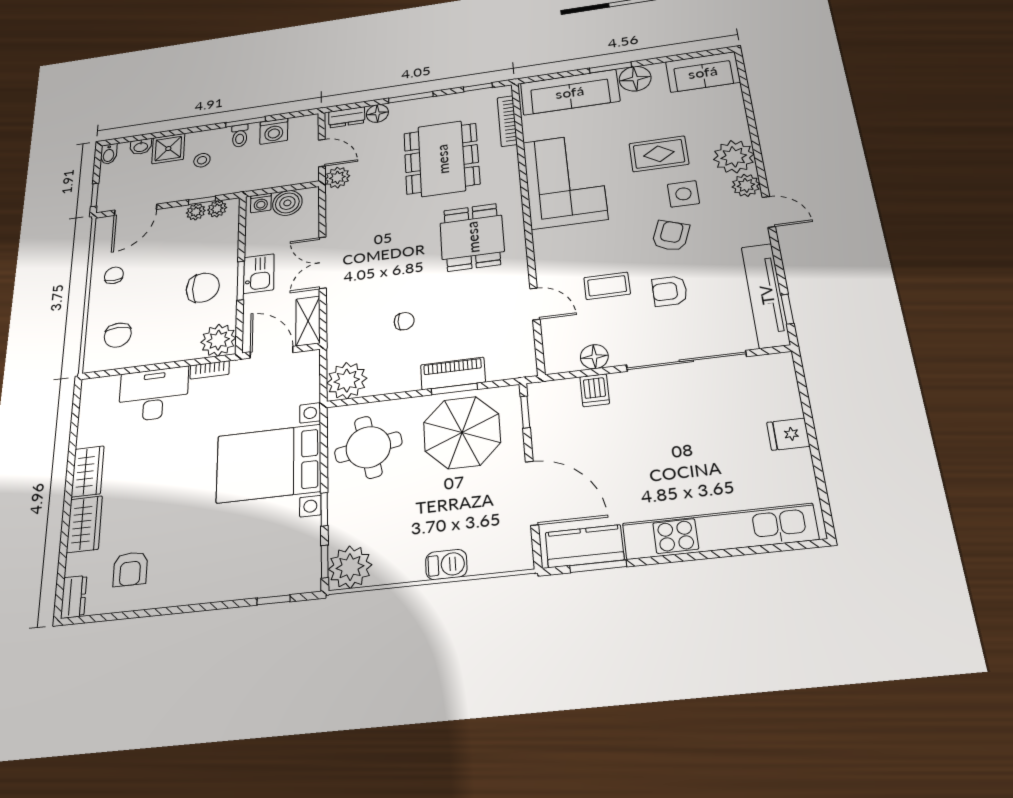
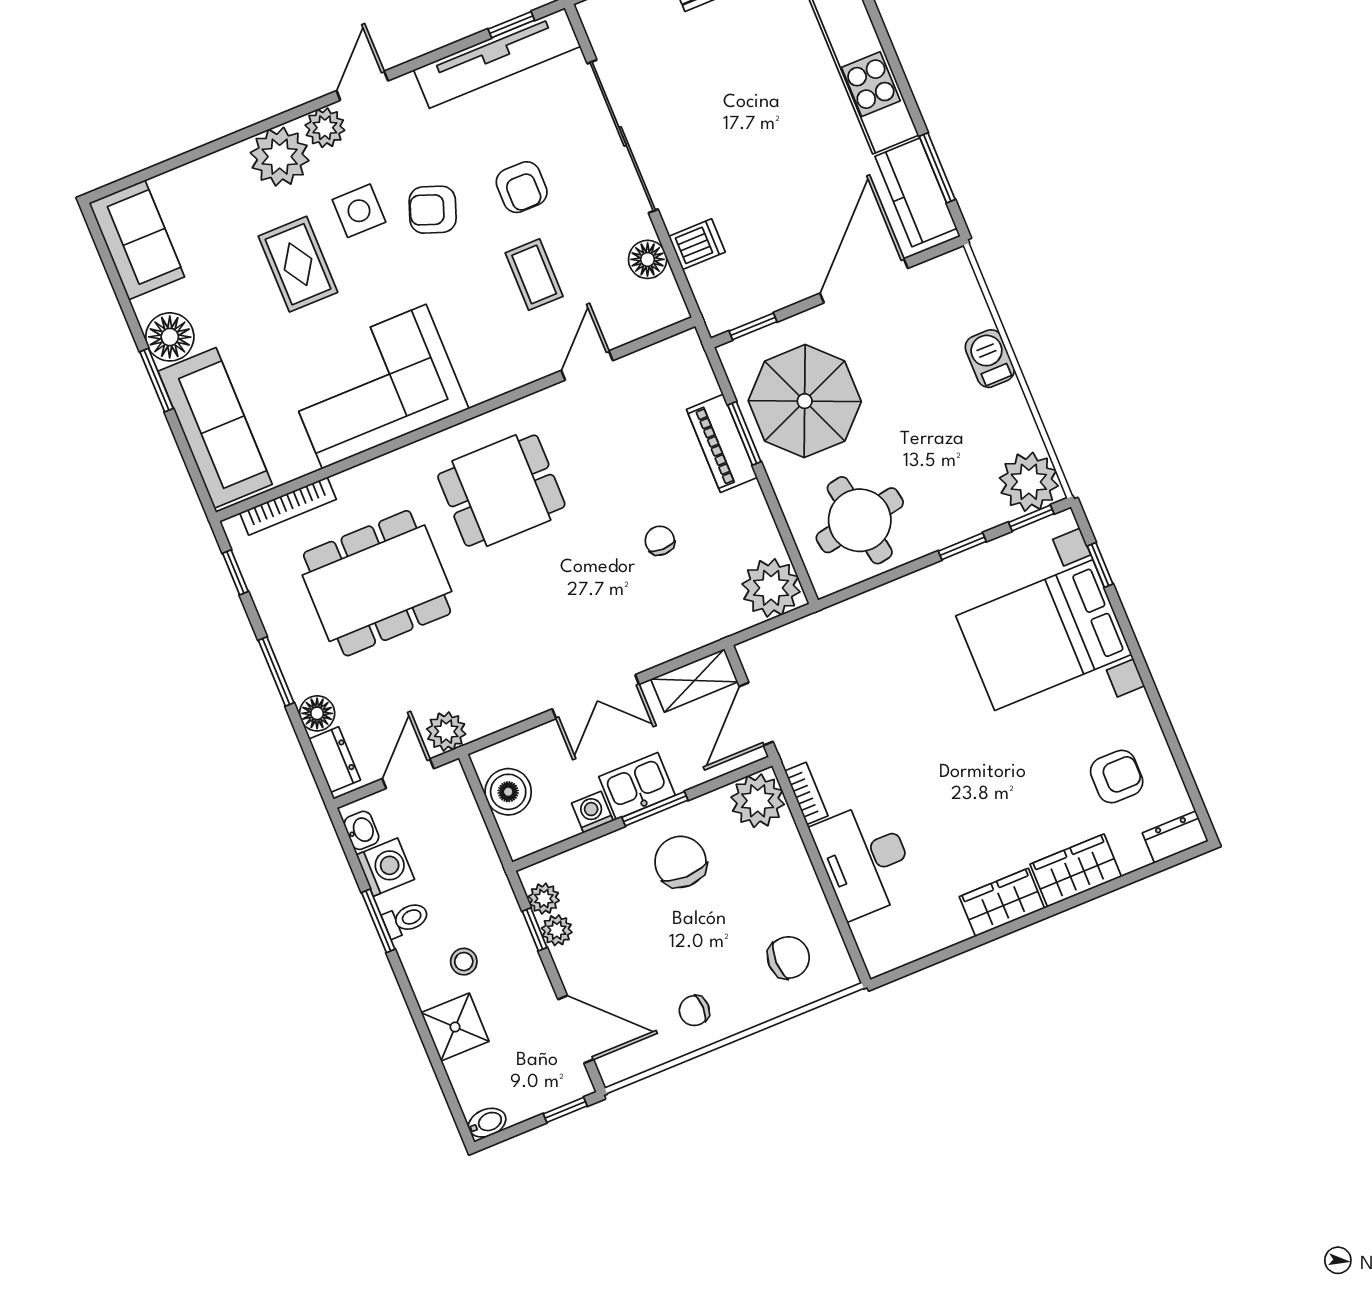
washbasin: (141, 147) -> (361, 830), moved
washing machine: (261, 203) -> (592, 812), moved, turned -90
bed with nightstands: (269, 464) -> (1044, 635), moved, turned 90

